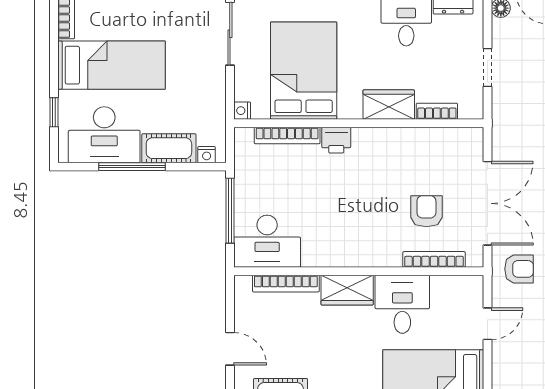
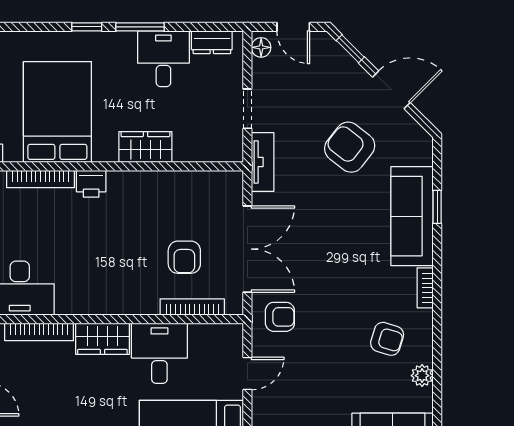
bookcase: (437, 111) -> (195, 154), removed
tv unit: (502, 119) -> (263, 162), added
armchair: (426, 211) -> (184, 257), turned 180

